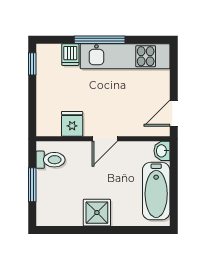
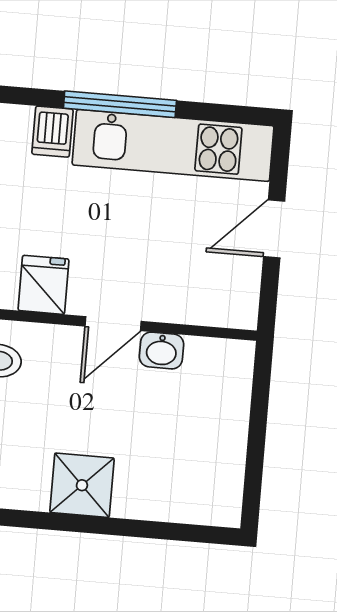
door: (174, 113) -> (274, 229), moved
washbasin: (162, 151) -> (162, 351), moved, turned -90
bathtub: (156, 191) -> (217, 449), removed

